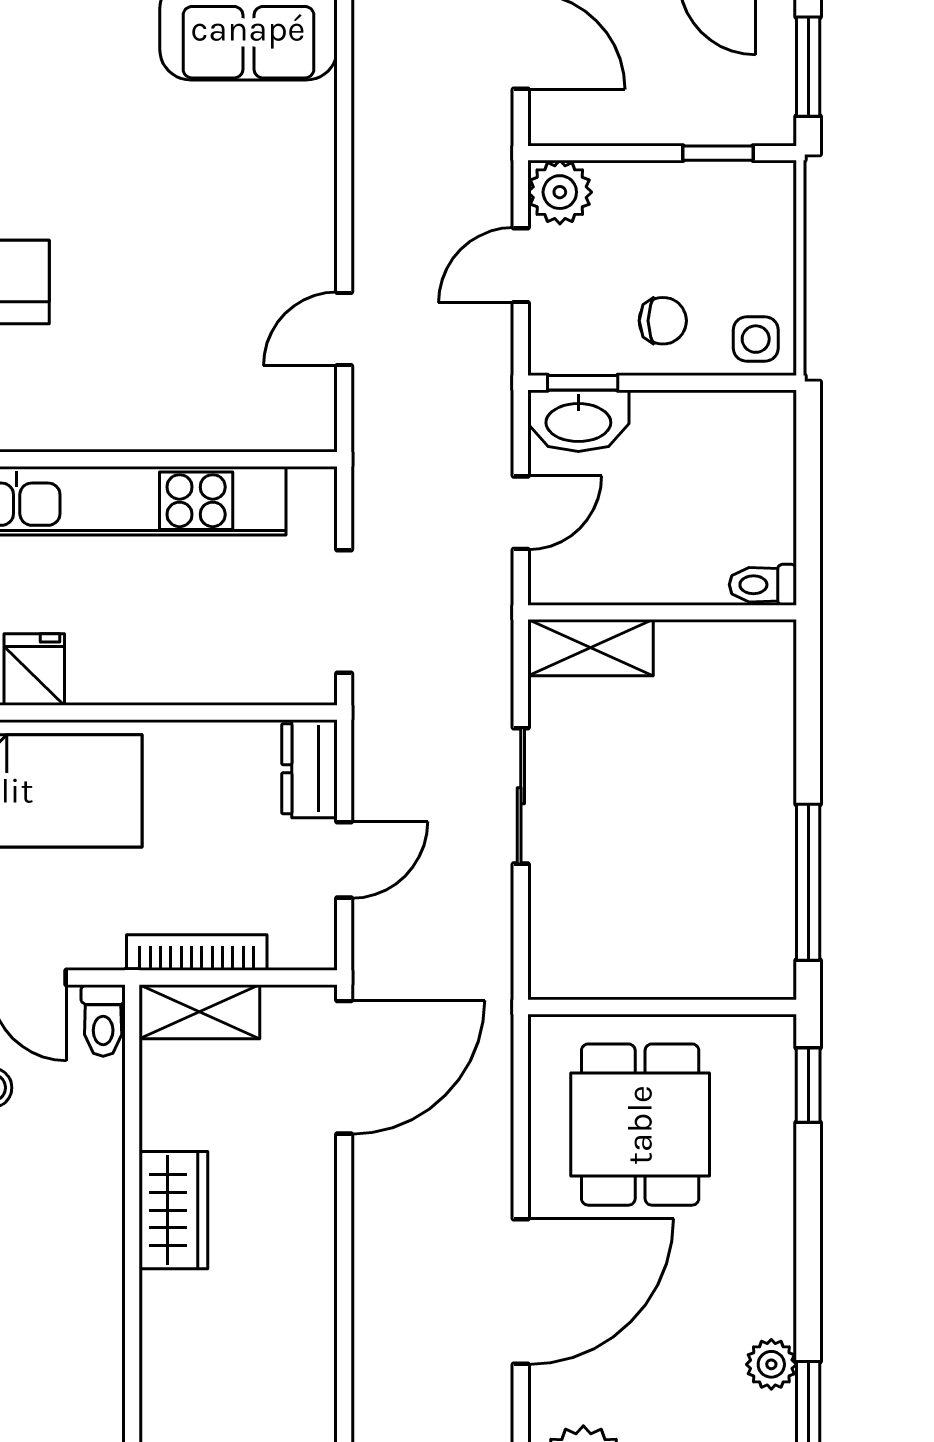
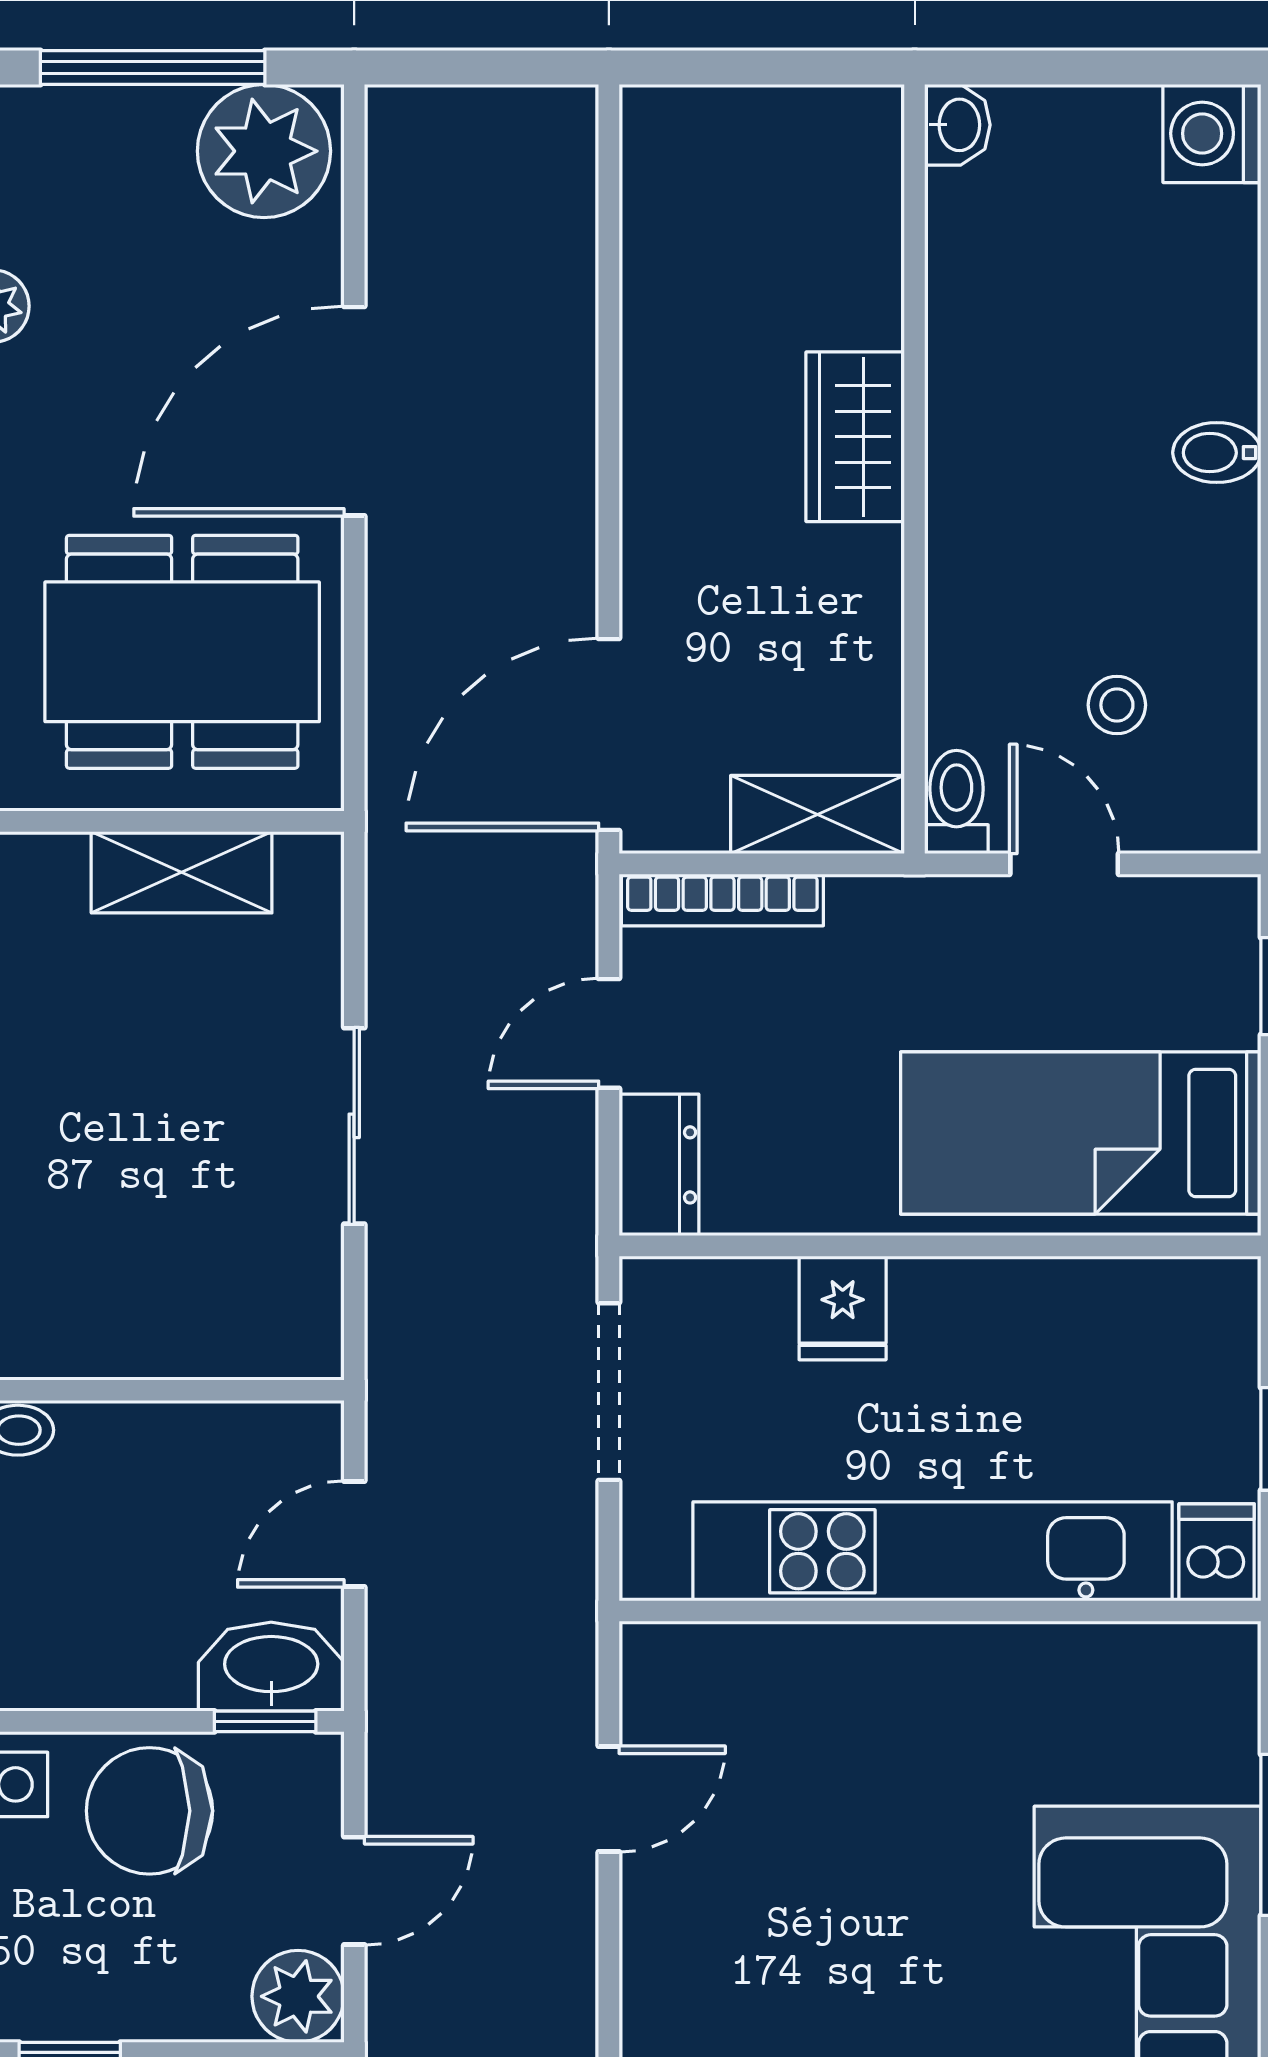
chair: (663, 321) -> (149, 1811), width x1.87, depth x1.87
shelving: (591, 648) -> (182, 872), moved
fridge: (34, 670) -> (843, 1308), moved
bookcase: (197, 952) -> (722, 900), moved
dining table: (640, 1125) -> (182, 652), width x1.38
wardrobe: (173, 1210) -> (855, 437), moved

